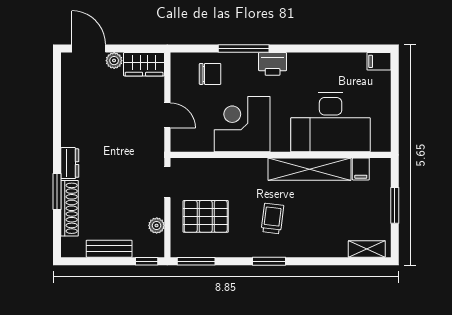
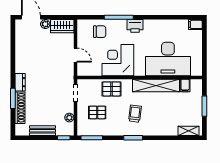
pallet: (231, 175) -> (111, 89), added
pallet: (206, 216) -> (97, 112), width x0.67, depth x0.71

